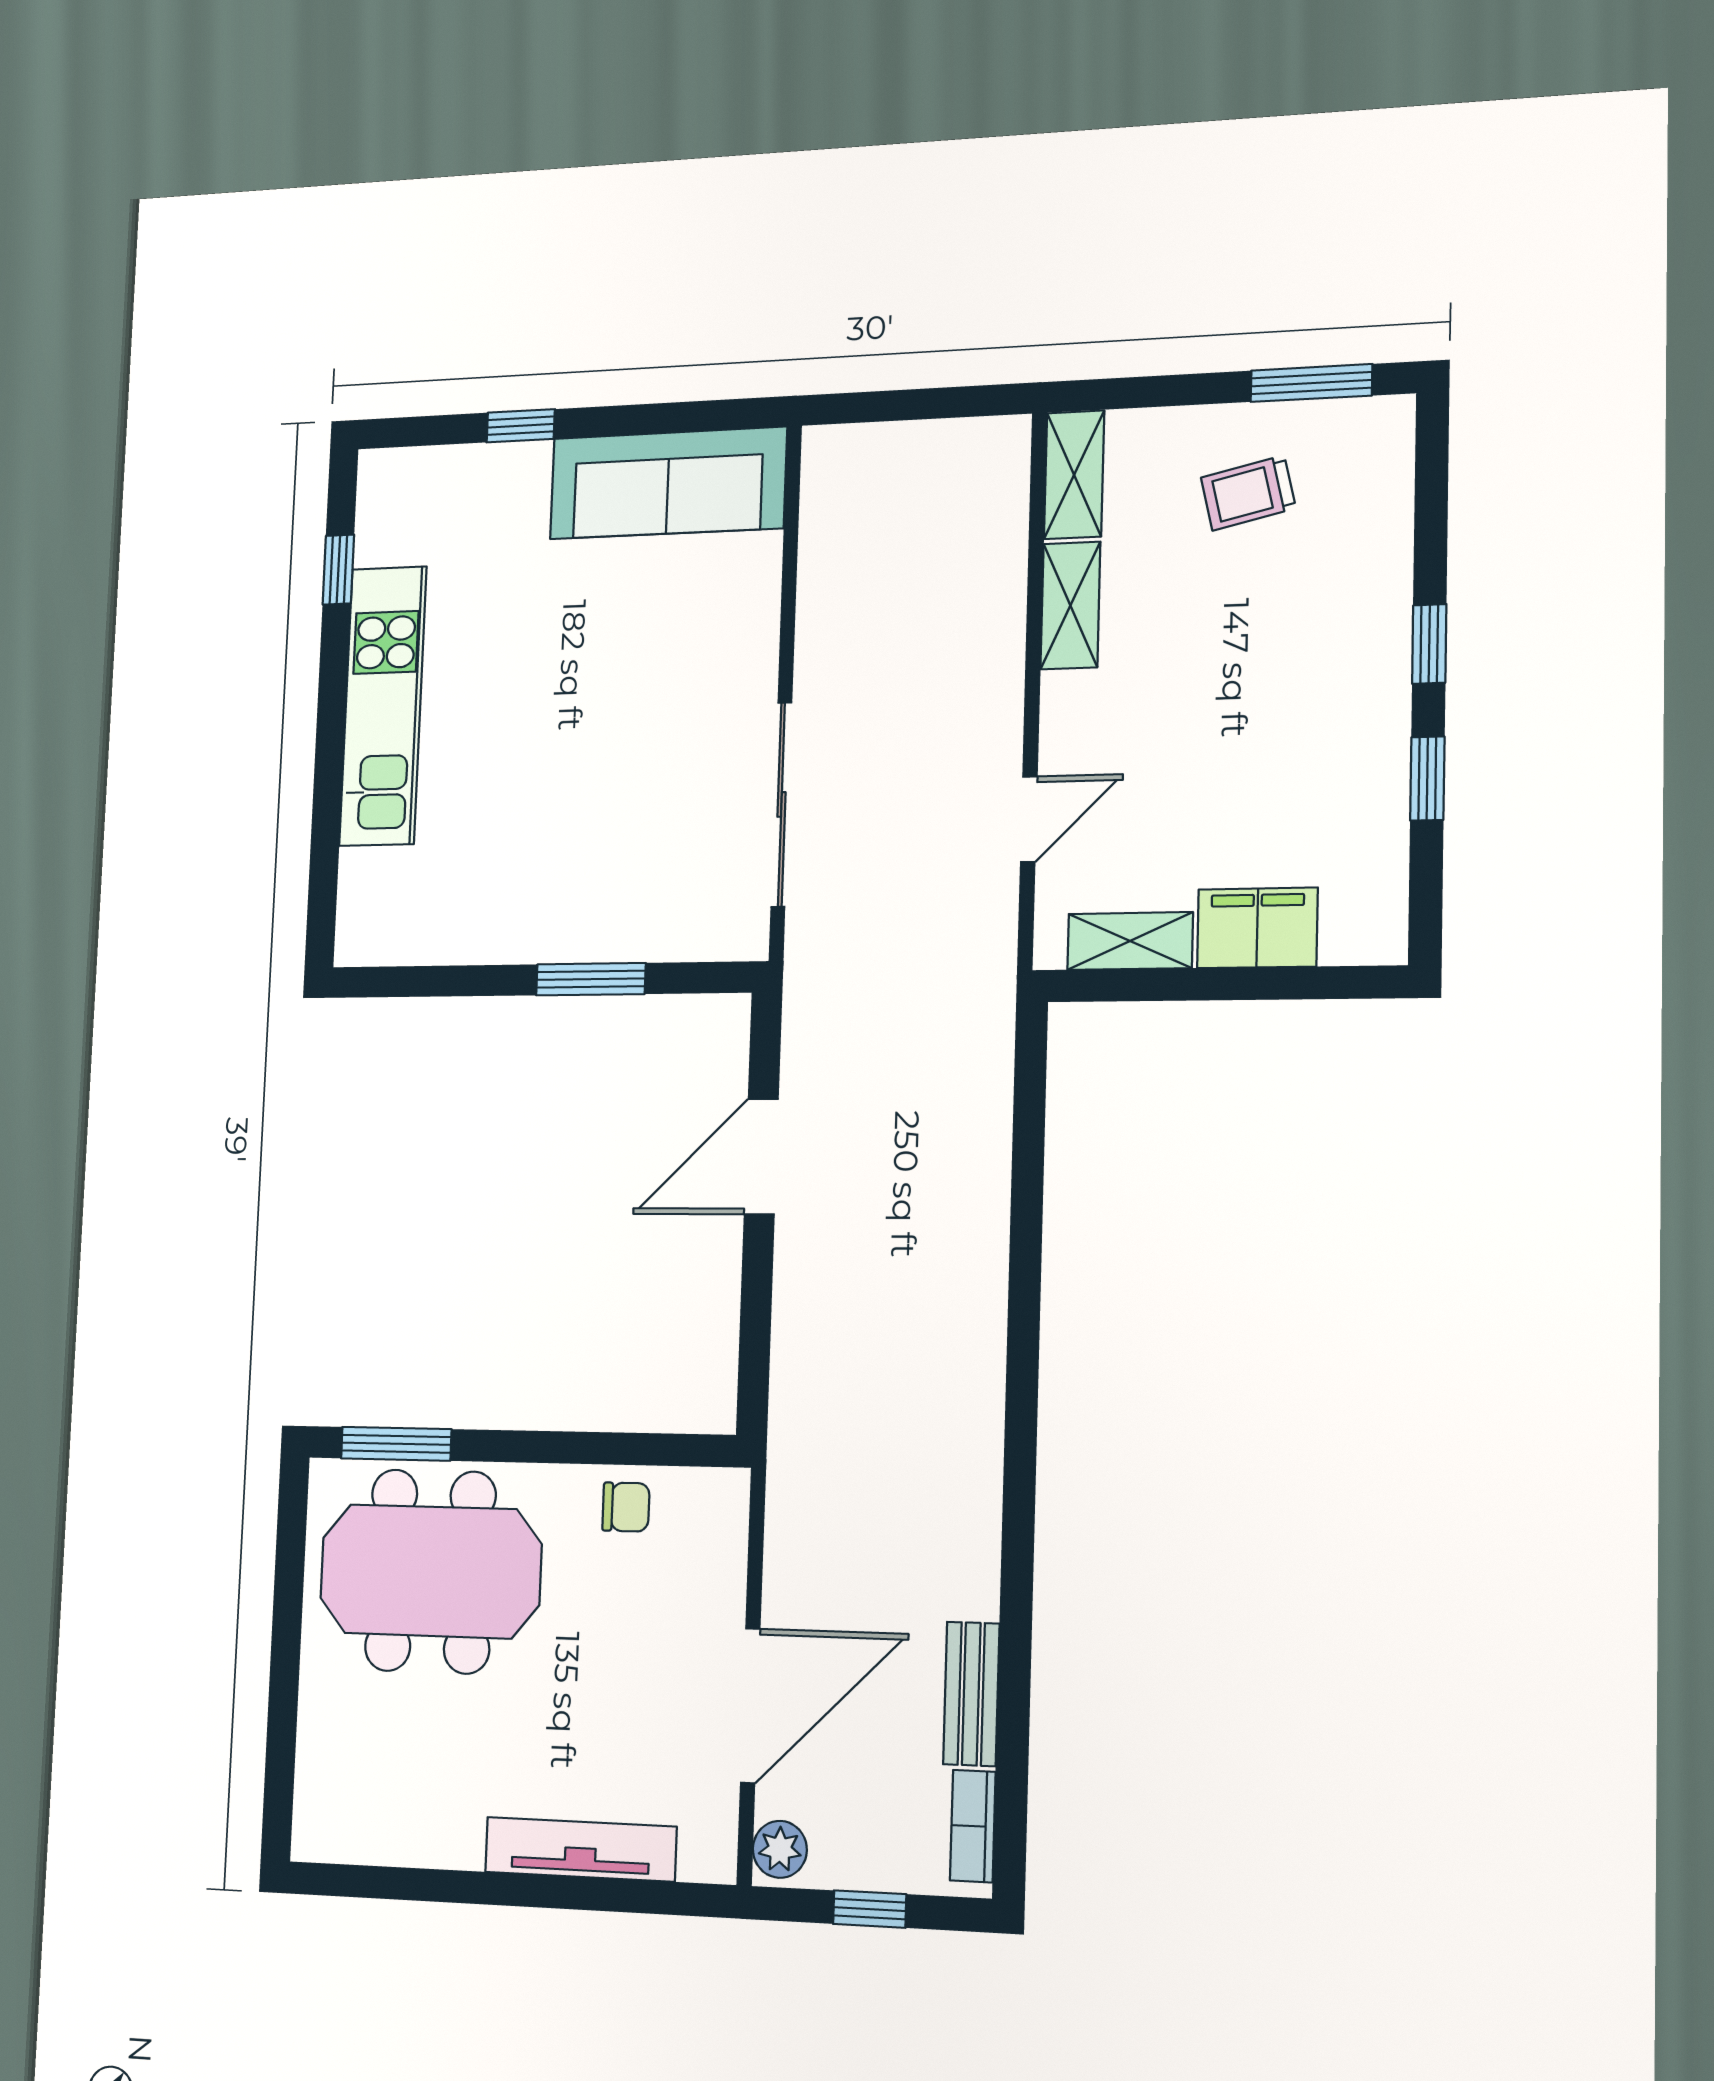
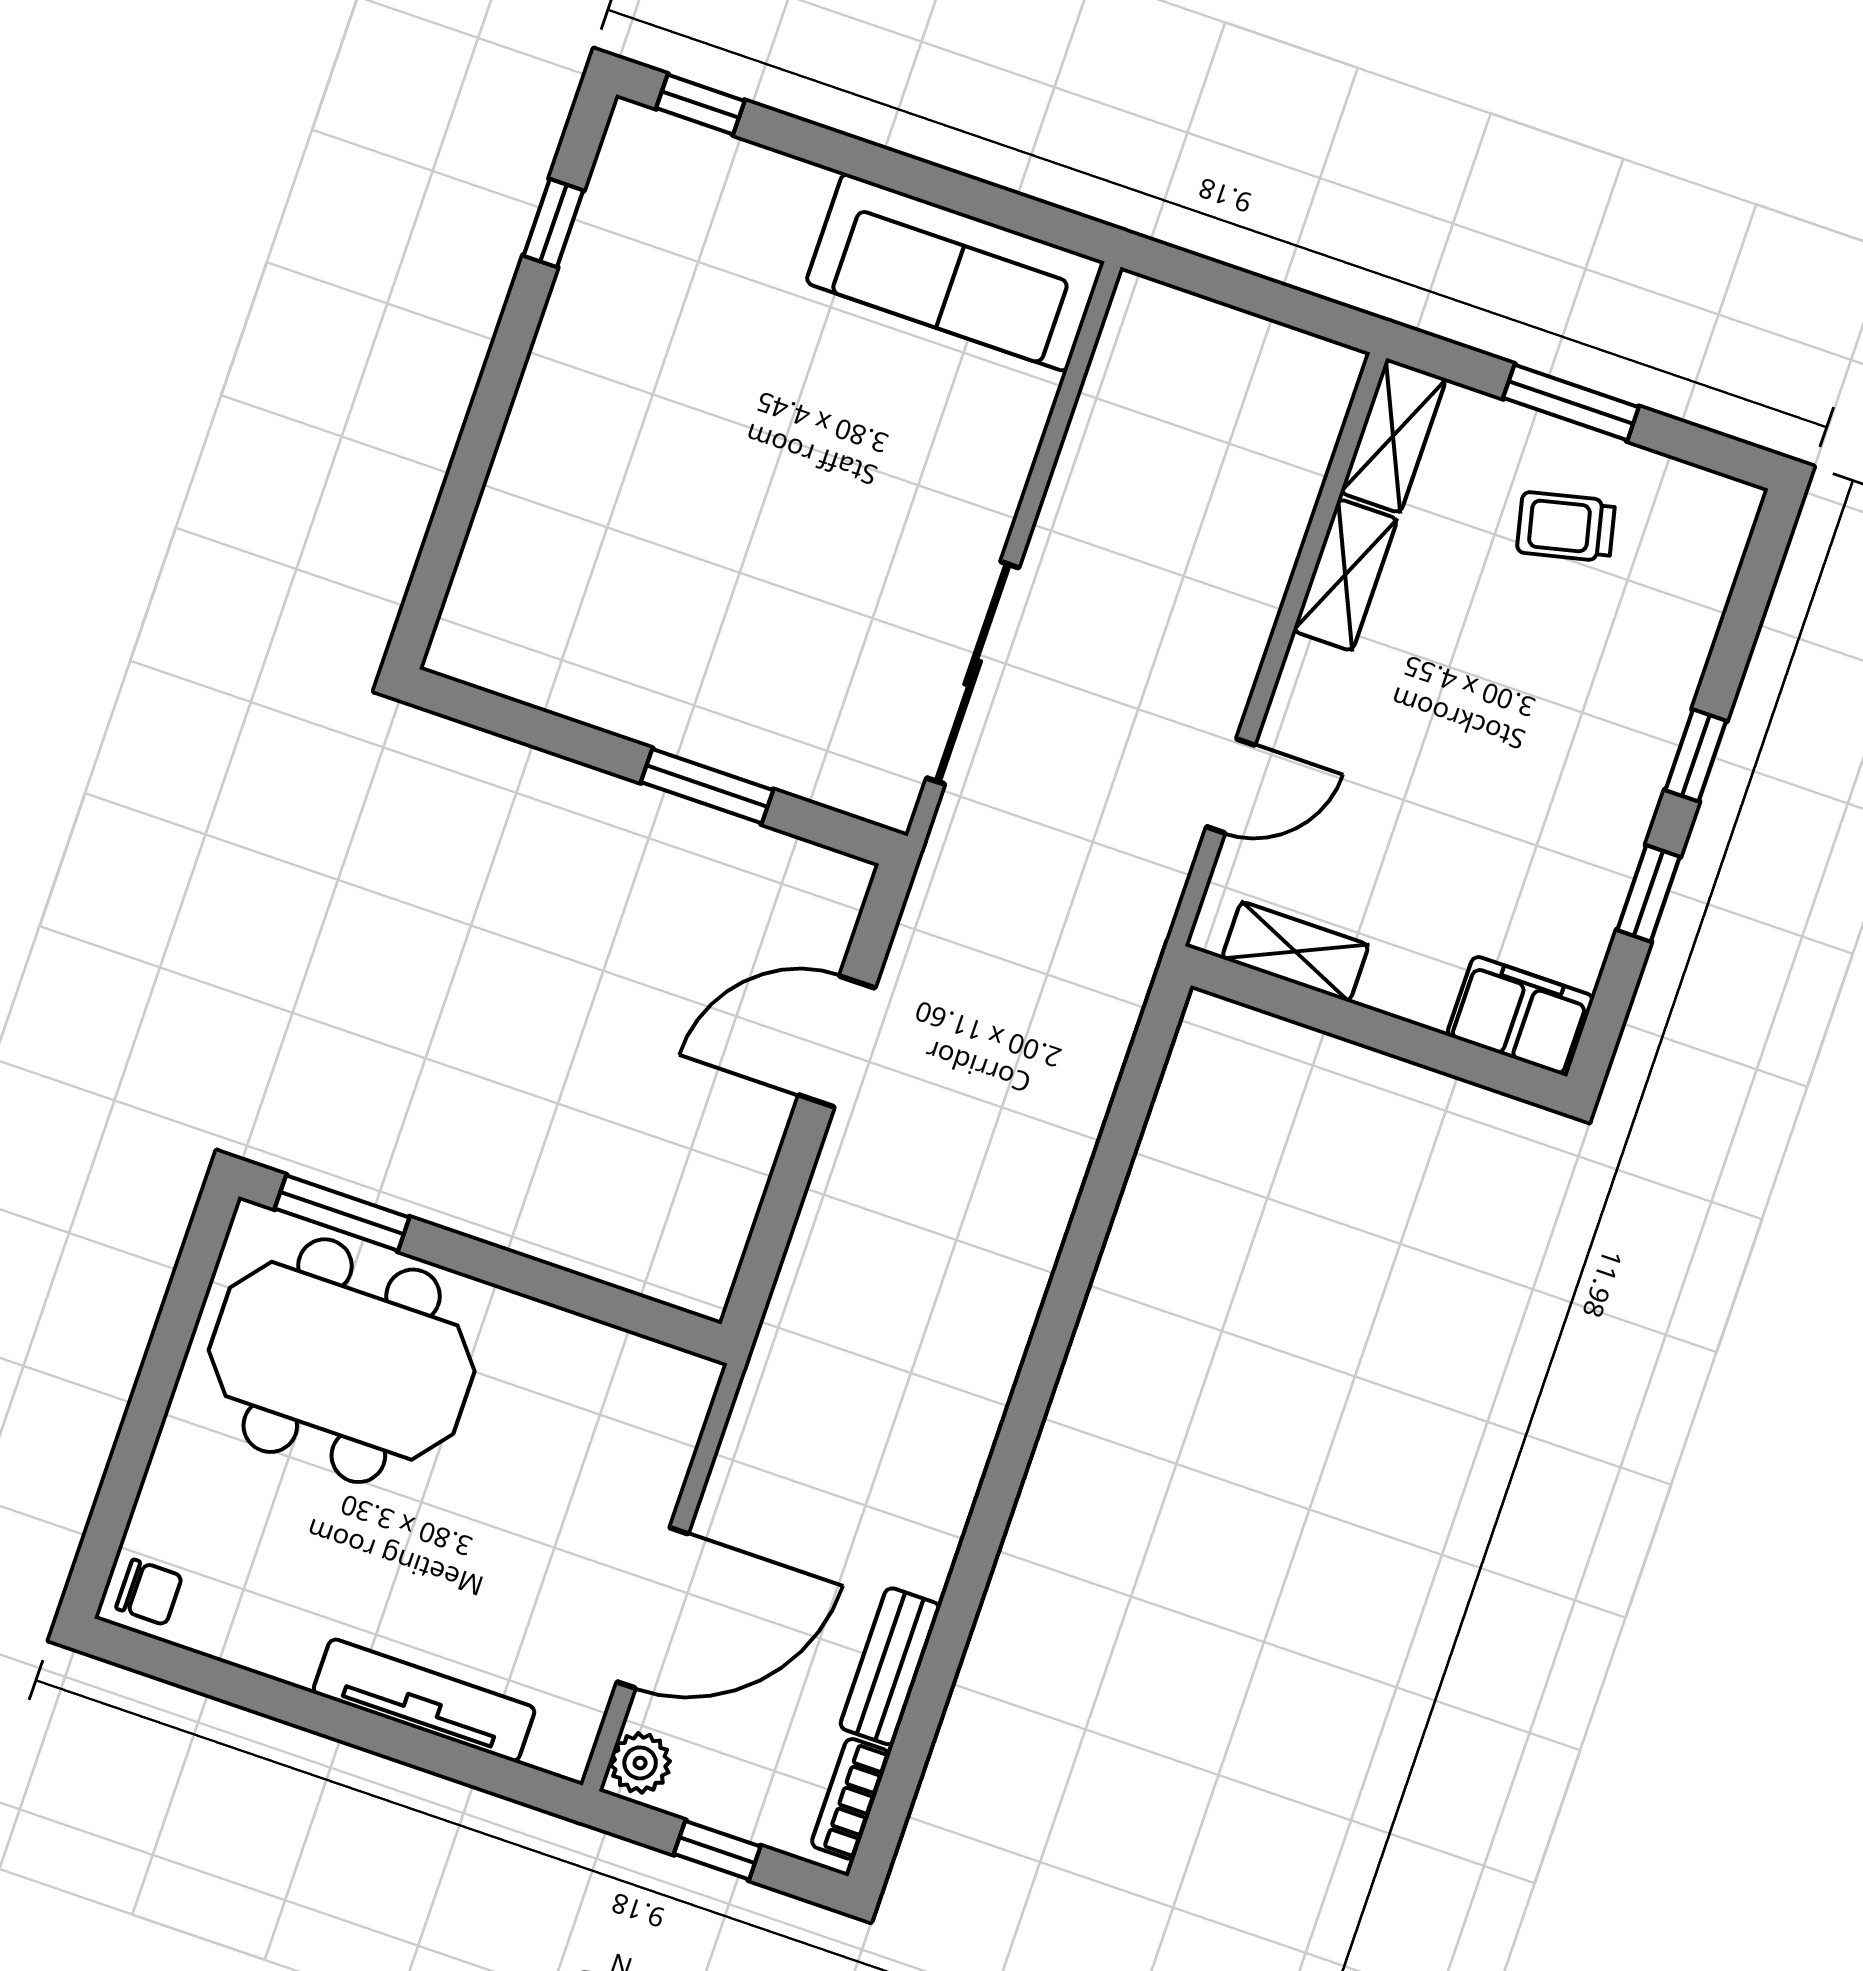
window: (1311, 383) -> (1571, 403), moved
window: (521, 426) -> (700, 104), moved
kitchen unit: (383, 706) -> (560, 398), removed
filing cabinet: (1257, 928) -> (1520, 1016), moved
chair: (626, 1507) -> (149, 1592), moved

